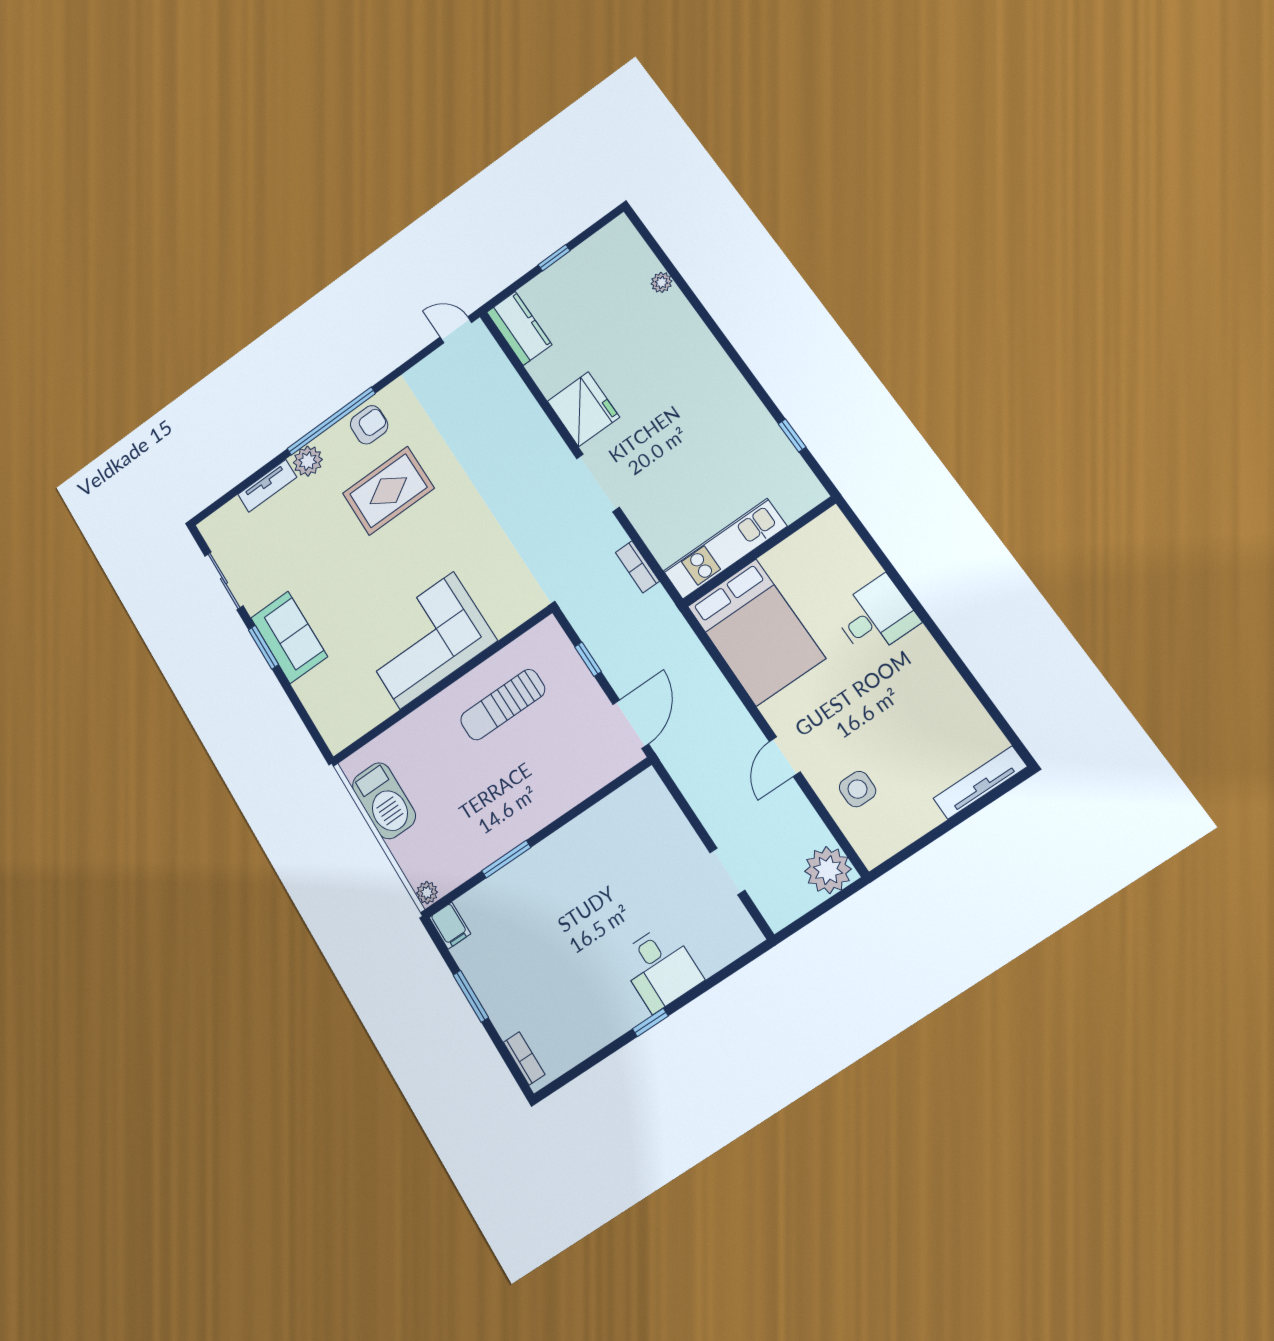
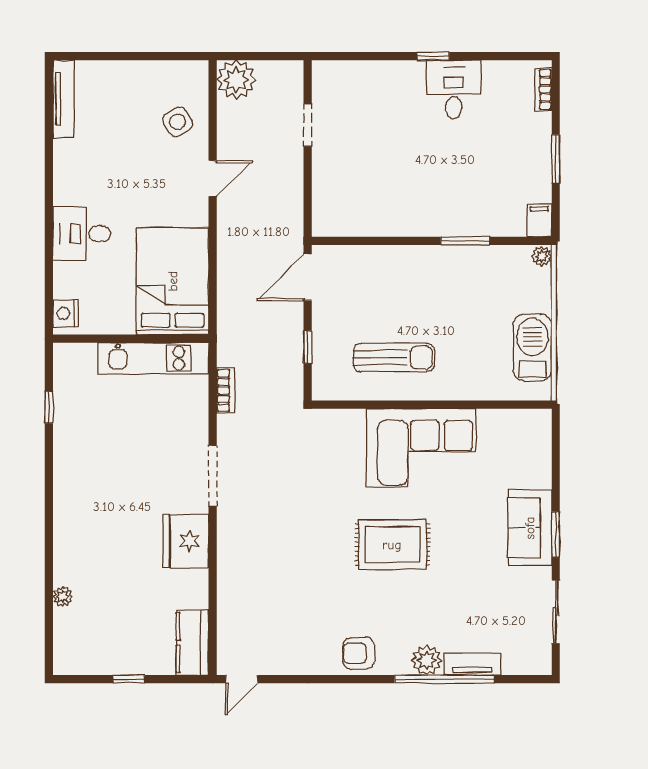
door: (456, 330) -> (242, 679), hinge flipped
window: (331, 421) -> (445, 679), moved
rug: (388, 491) -> (392, 545), moved
nightstand: (838, 531) -> (65, 313), added
tv unit: (980, 783) -> (63, 99), moved, turned -90
side table: (858, 789) -> (178, 122), turned -31
desk: (660, 968) -> (454, 89), moved

